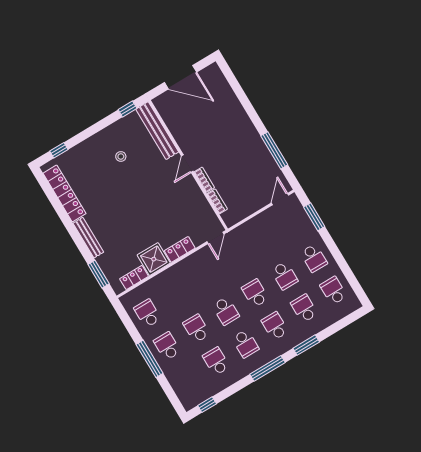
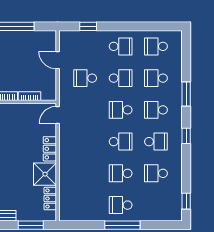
door: (280, 199) -> (58, 60), moved
window: (314, 217) -> (88, 26), width x0.67
door: (215, 238) -> (58, 115), swing flipped
school desk: (147, 313) -> (85, 78), moved
window: (267, 368) -> (186, 136), width x0.46

